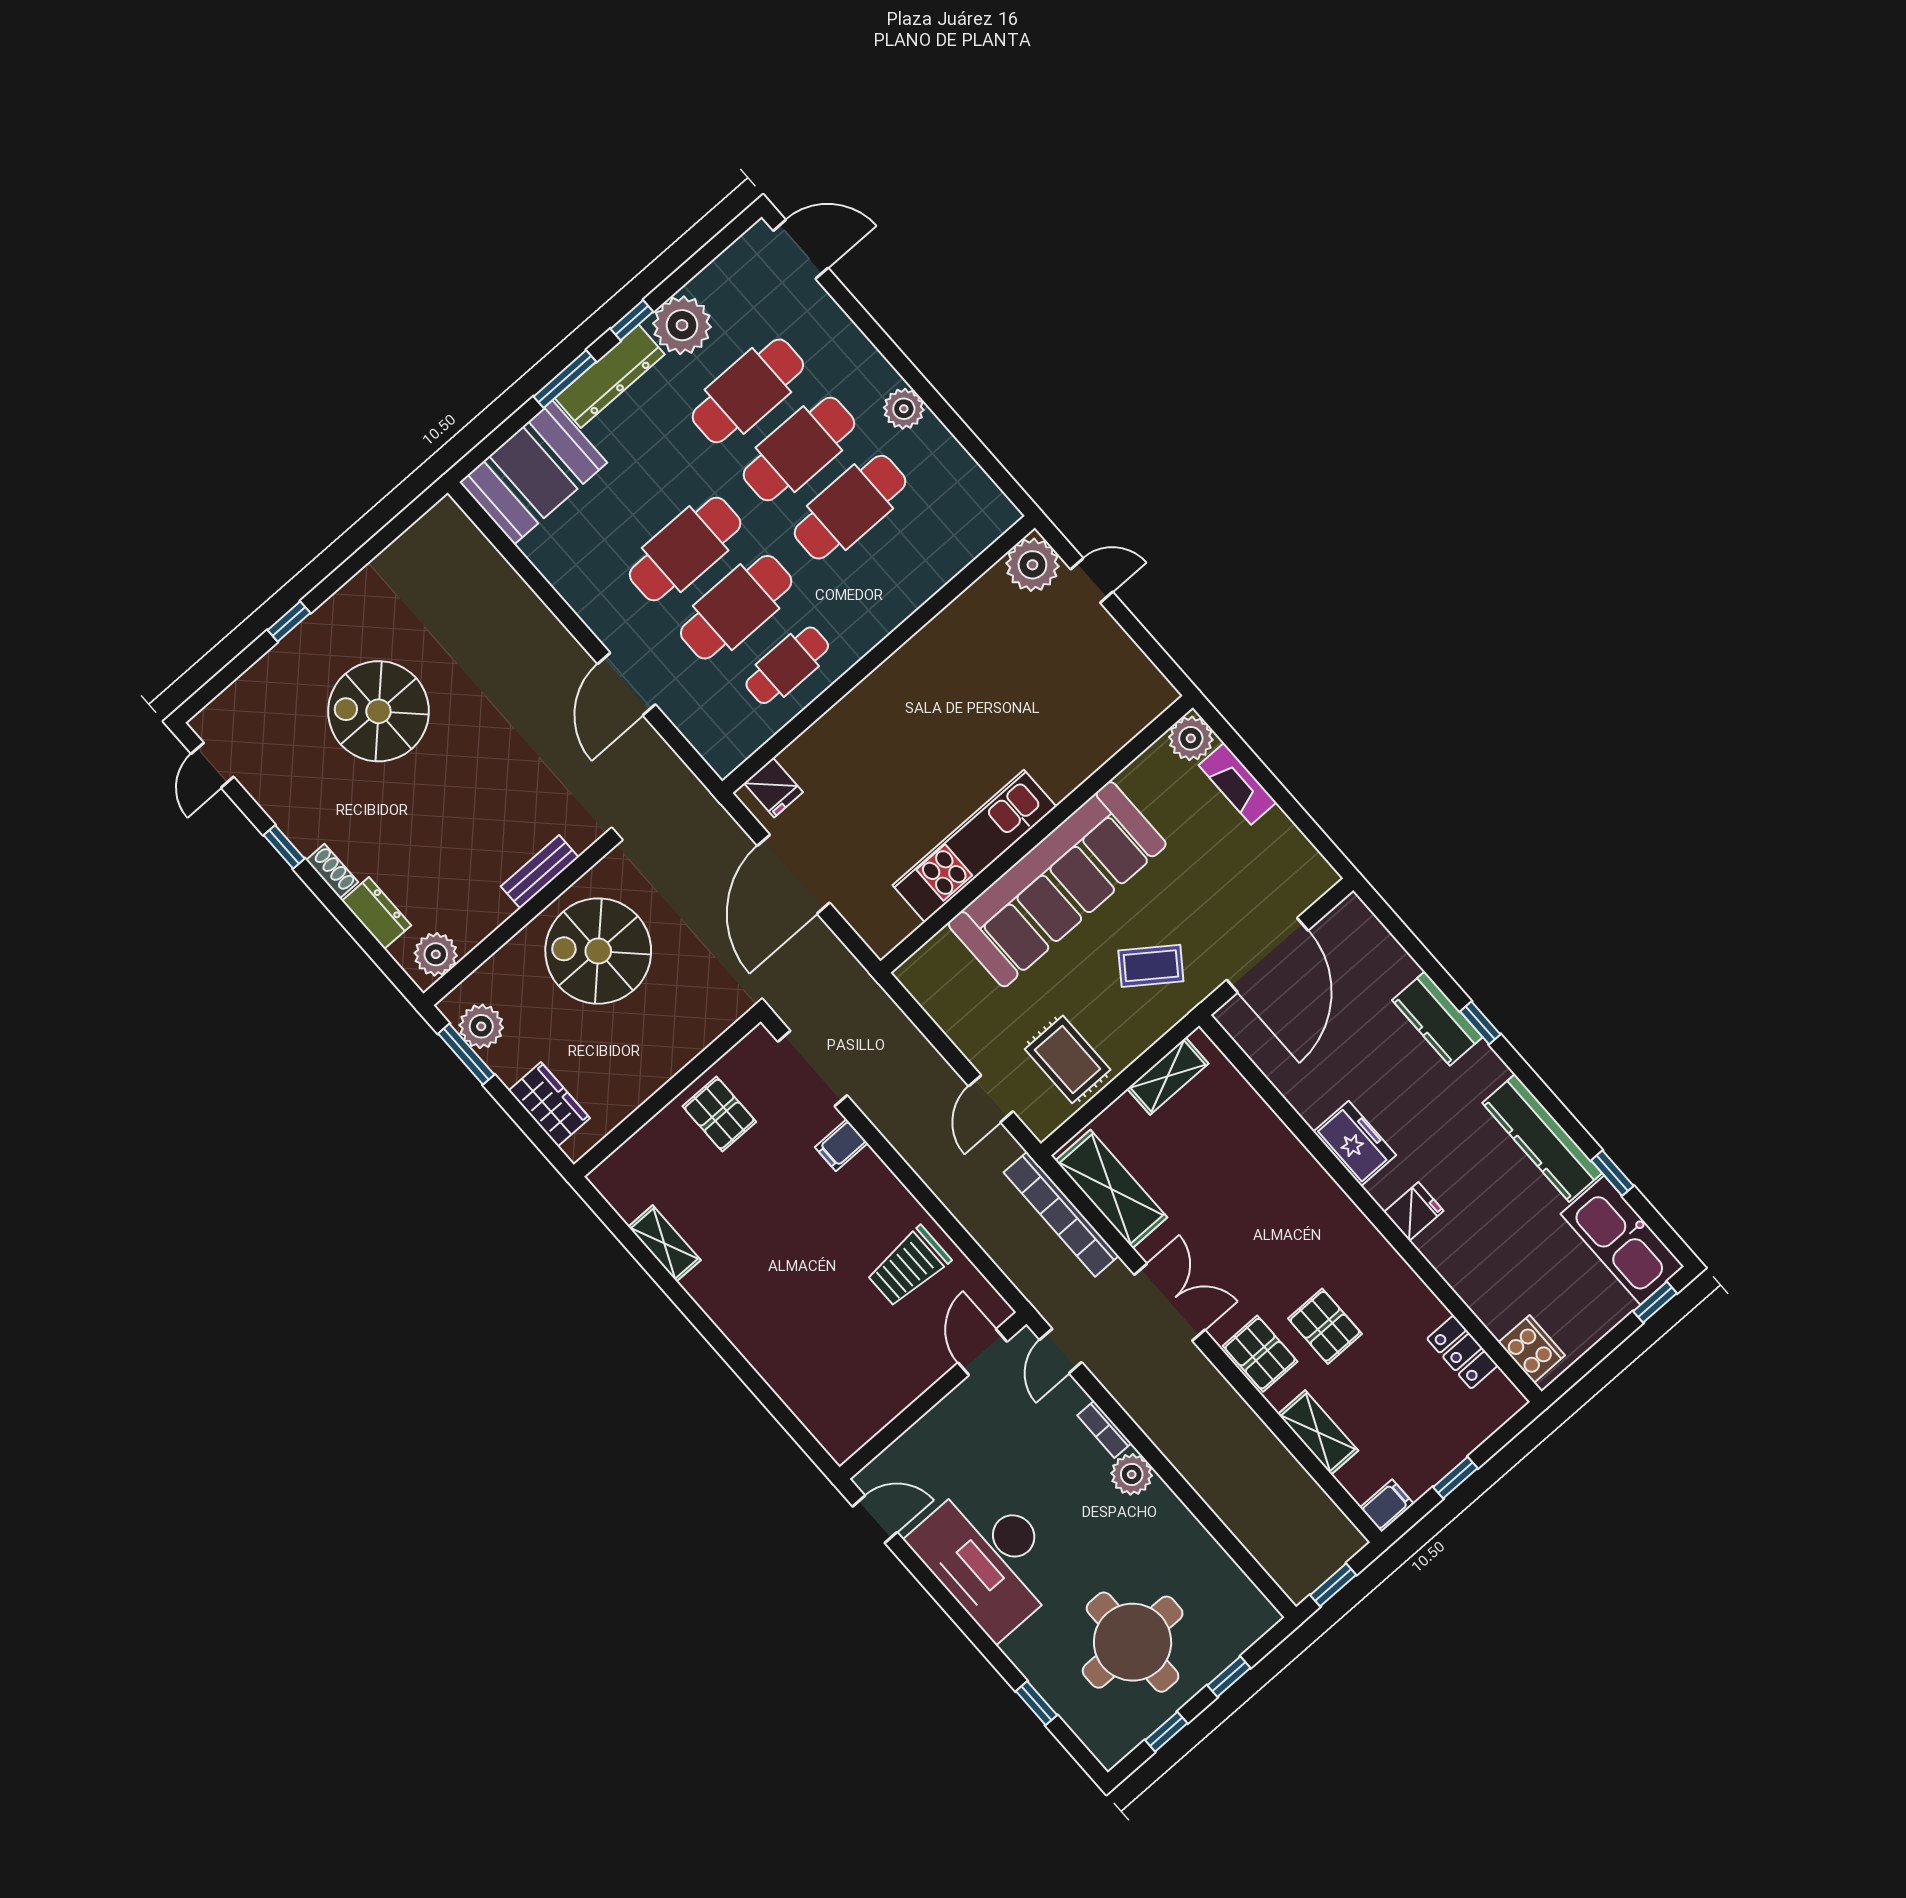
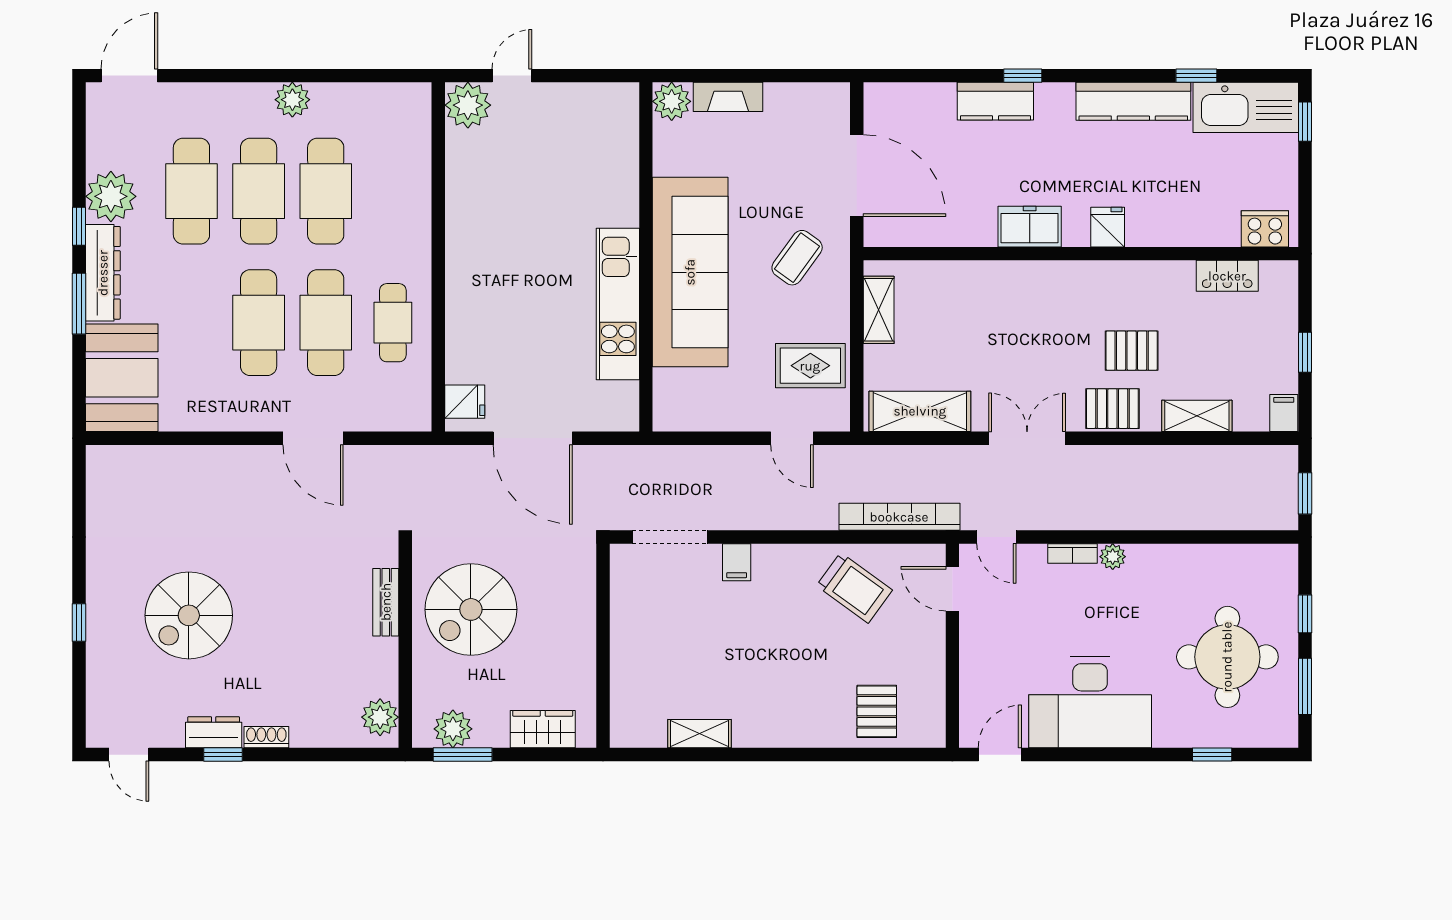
dresser: (376, 913) -> (214, 732), moved
pallet: (719, 1114) -> (877, 711), moved, turned 90
bookcase: (1061, 1214) -> (899, 517), moved, turned 180
trolley: (909, 1267) -> (854, 588), turned -54
plant: (1132, 1474) -> (1113, 557), width x0.73, depth x0.73
window: (1166, 1732) -> (1305, 686), width x1.50

